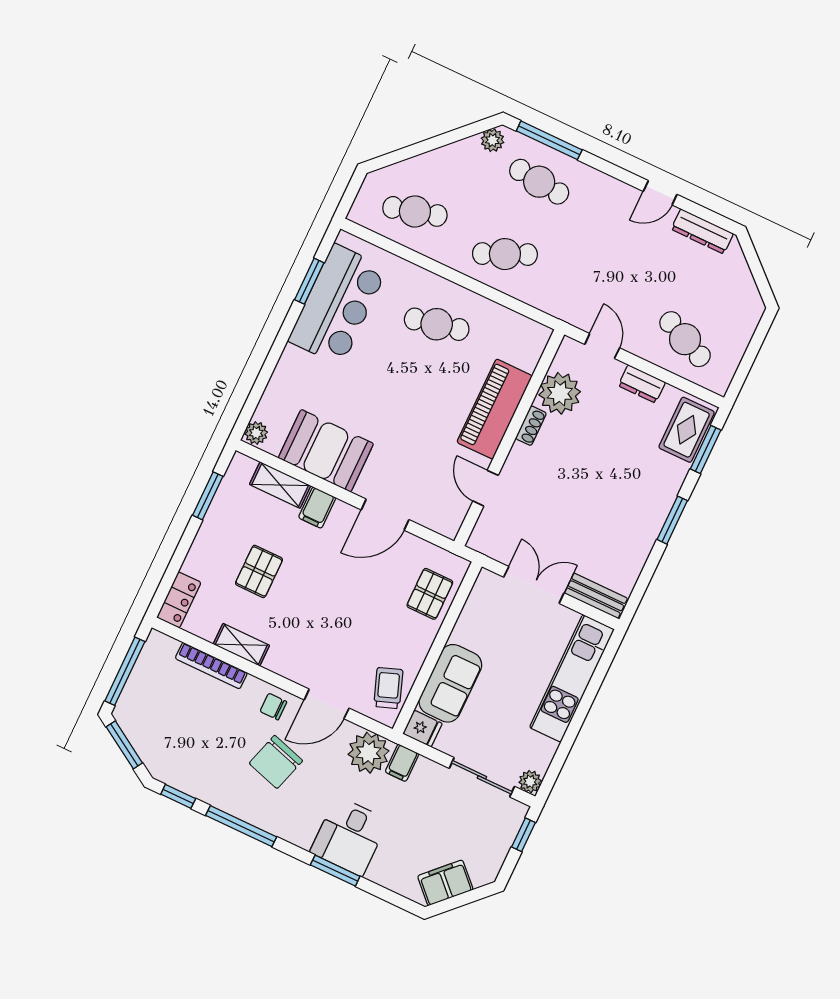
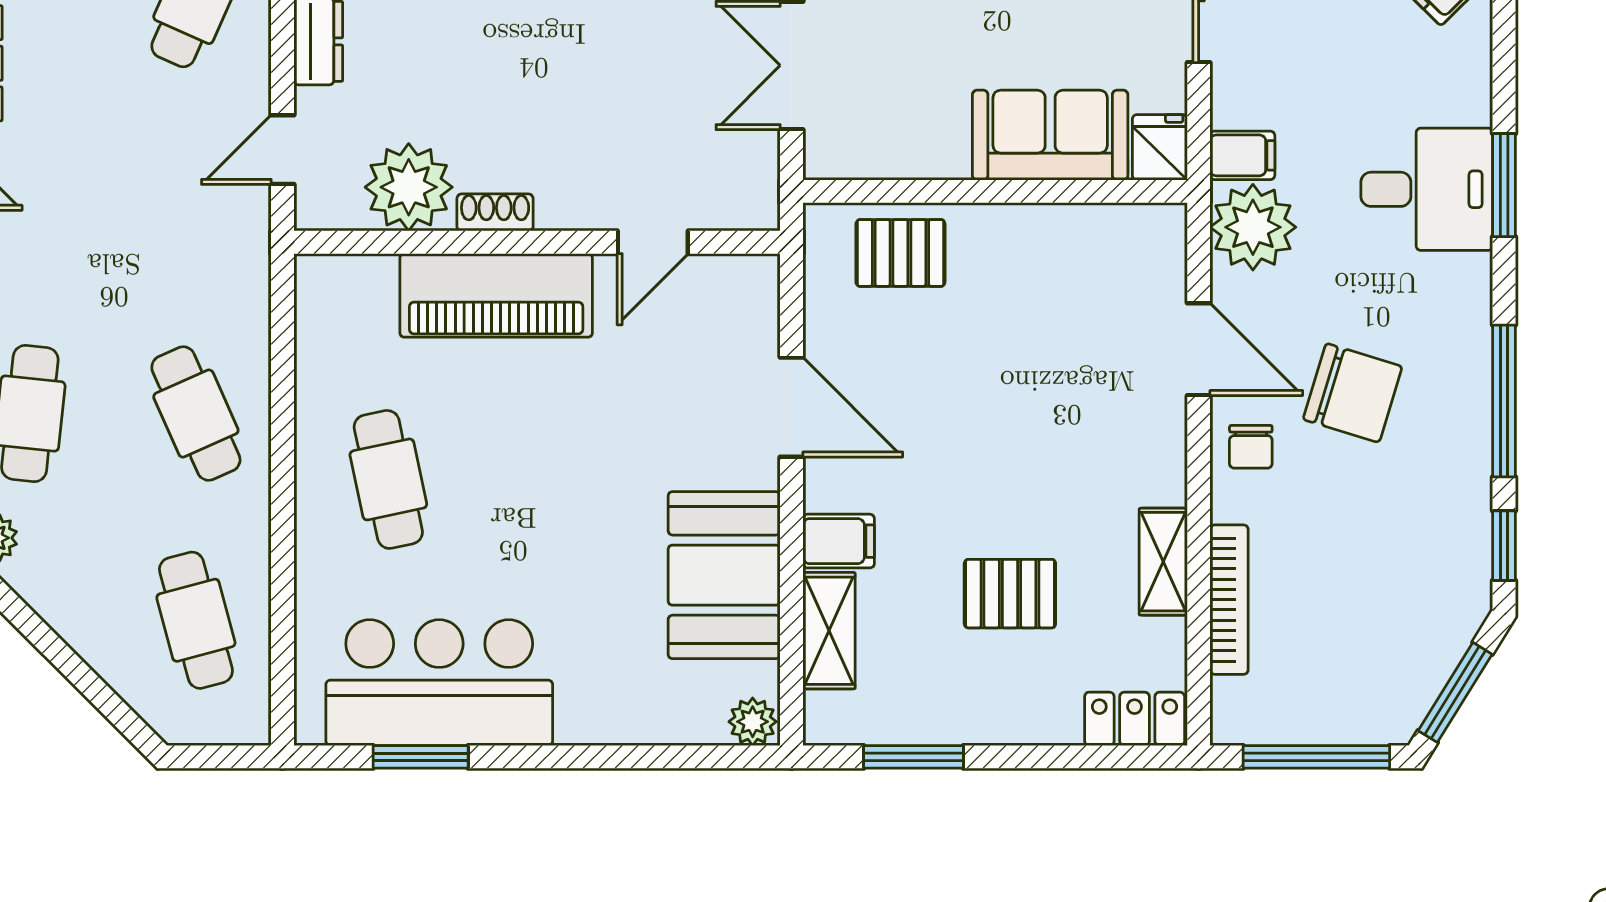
trolley: (388, 688) -> (1114, 247), removed

